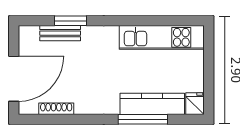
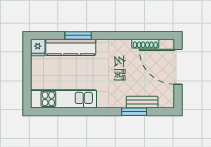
door: (14, 79) -> (178, 67), hinge flipped
window: (143, 119) -> (78, 35), width x0.69

